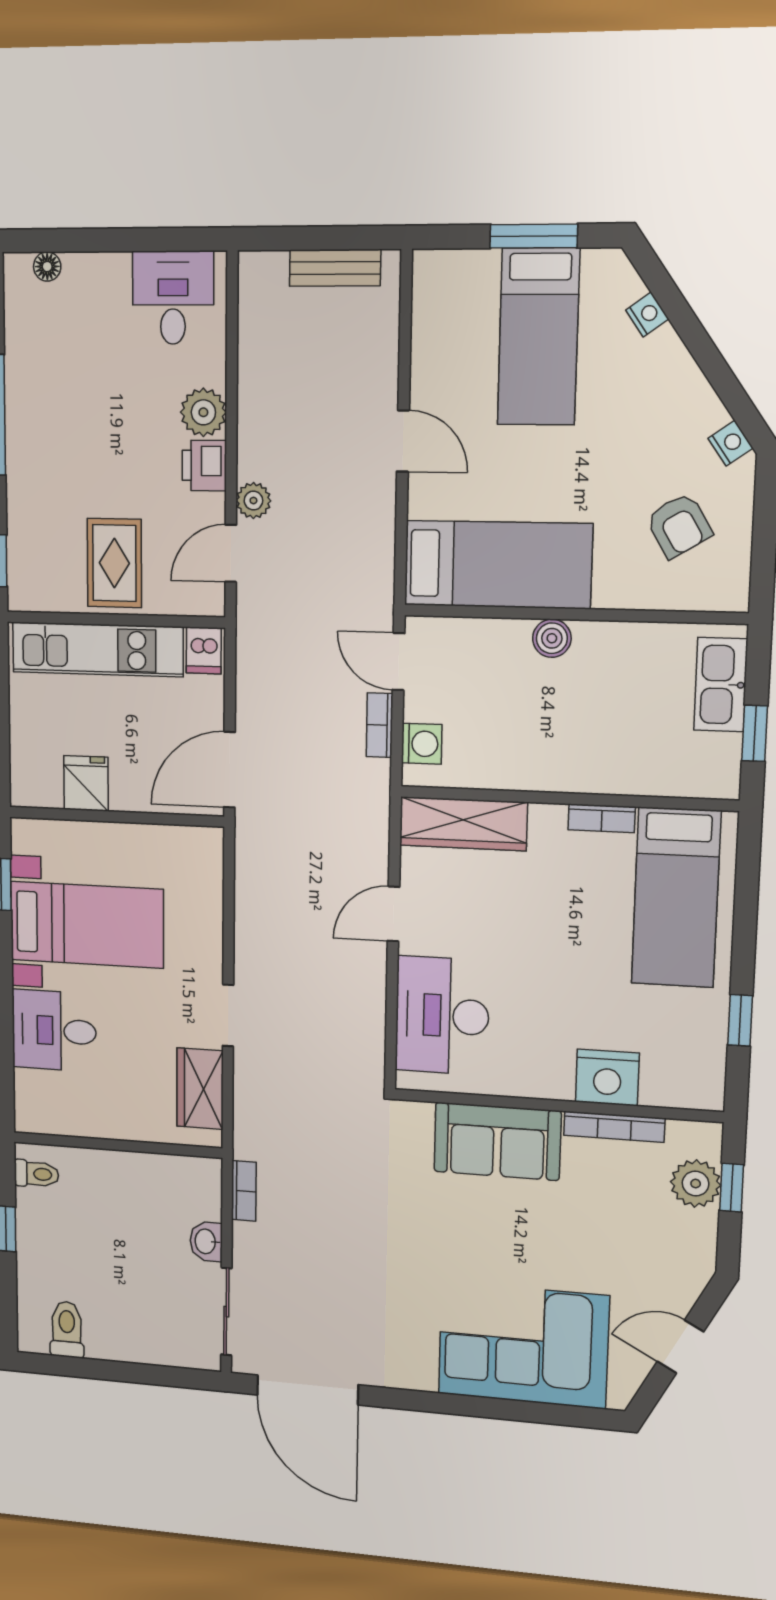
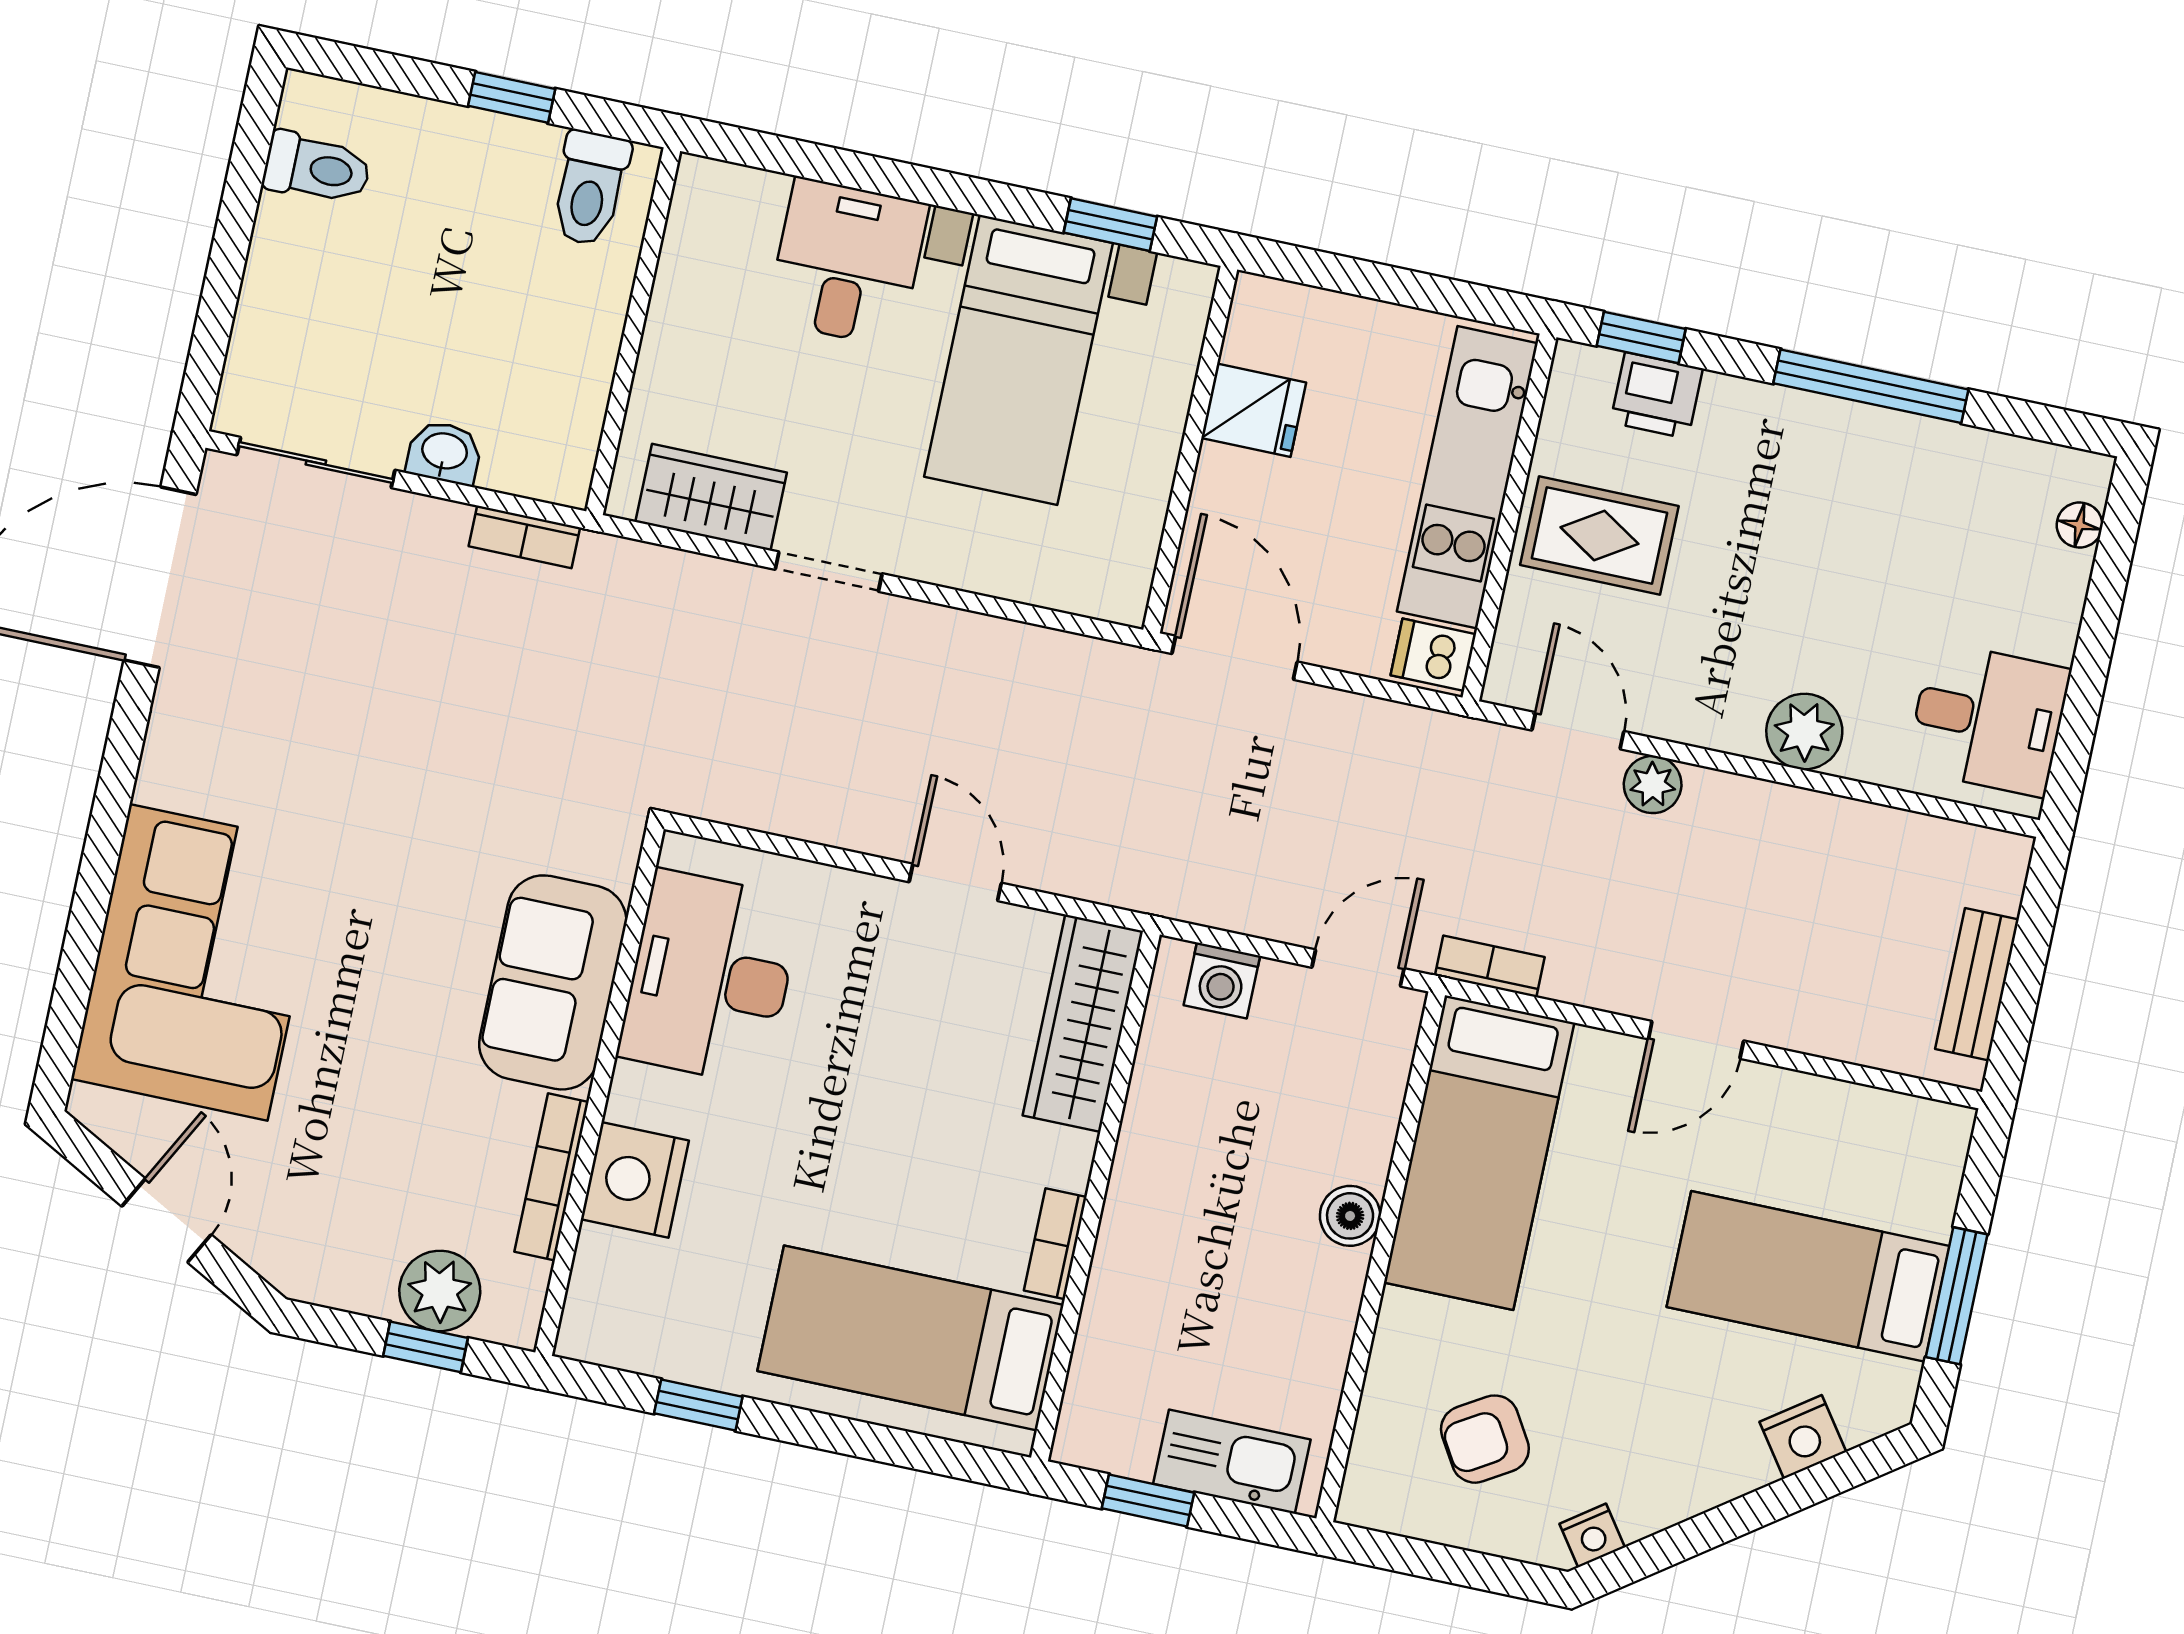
nightstand: (647, 315) -> (1803, 1437), width x1.39, depth x1.35
printer: (204, 466) -> (1657, 395), moved, turned 180
bookcase: (379, 725) -> (1490, 966), moved
desk: (442, 1016) -> (710, 977), moved, turned -90
toilet: (37, 1174) -> (590, 188), width x1.37, depth x1.39

